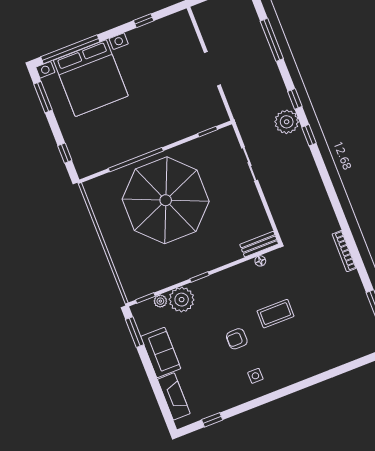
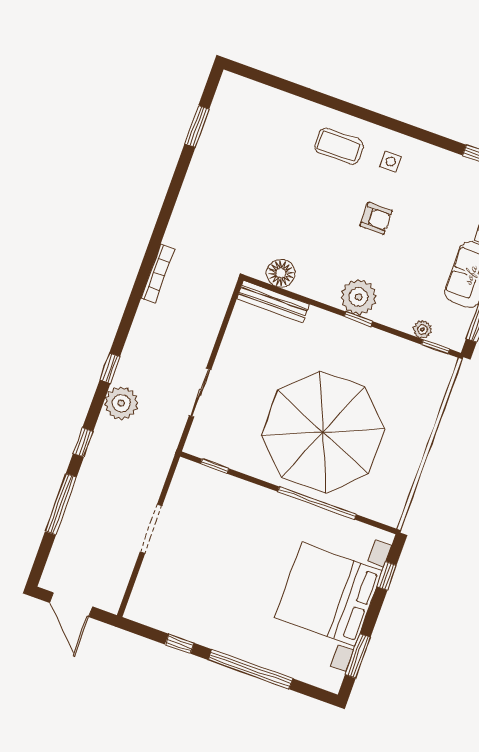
window: (70, 49) -> (251, 669), moved
bed with nightstands: (91, 78) -> (328, 594), moved, turned -90
window: (295, 99) -> (83, 442), moved
bench: (259, 244) -> (273, 302), width x1.36
bookcase: (344, 251) -> (158, 274), moved
floor lamp: (260, 261) -> (281, 273), width x1.89, depth x1.89
plant: (182, 300) -> (359, 297), moved
coffee table: (275, 314) -> (339, 146), moved

